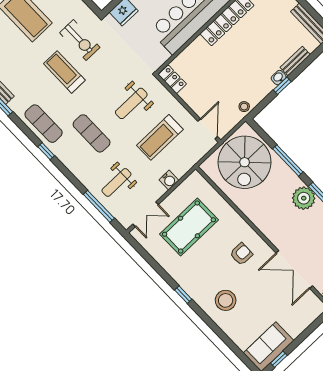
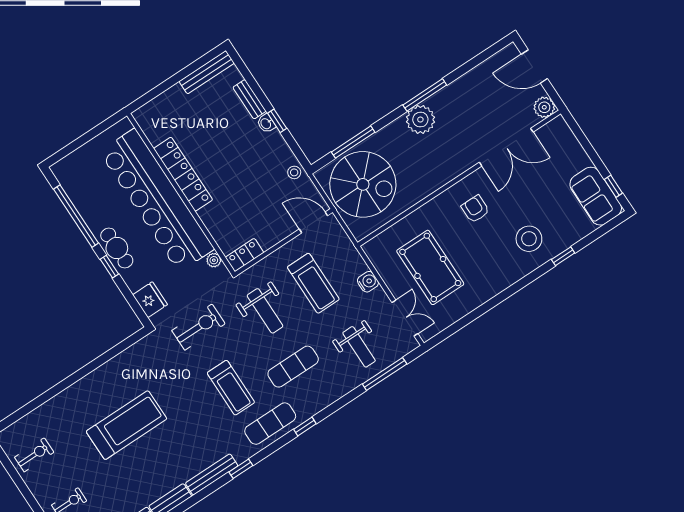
exercise bike: (80, 40) -> (198, 327), moved
plant: (164, 56) -> (214, 260), added
treadmill: (64, 72) -> (231, 388), moved, turned -90
window: (288, 160) -> (353, 142), moved
window: (183, 295) -> (563, 256), moved

